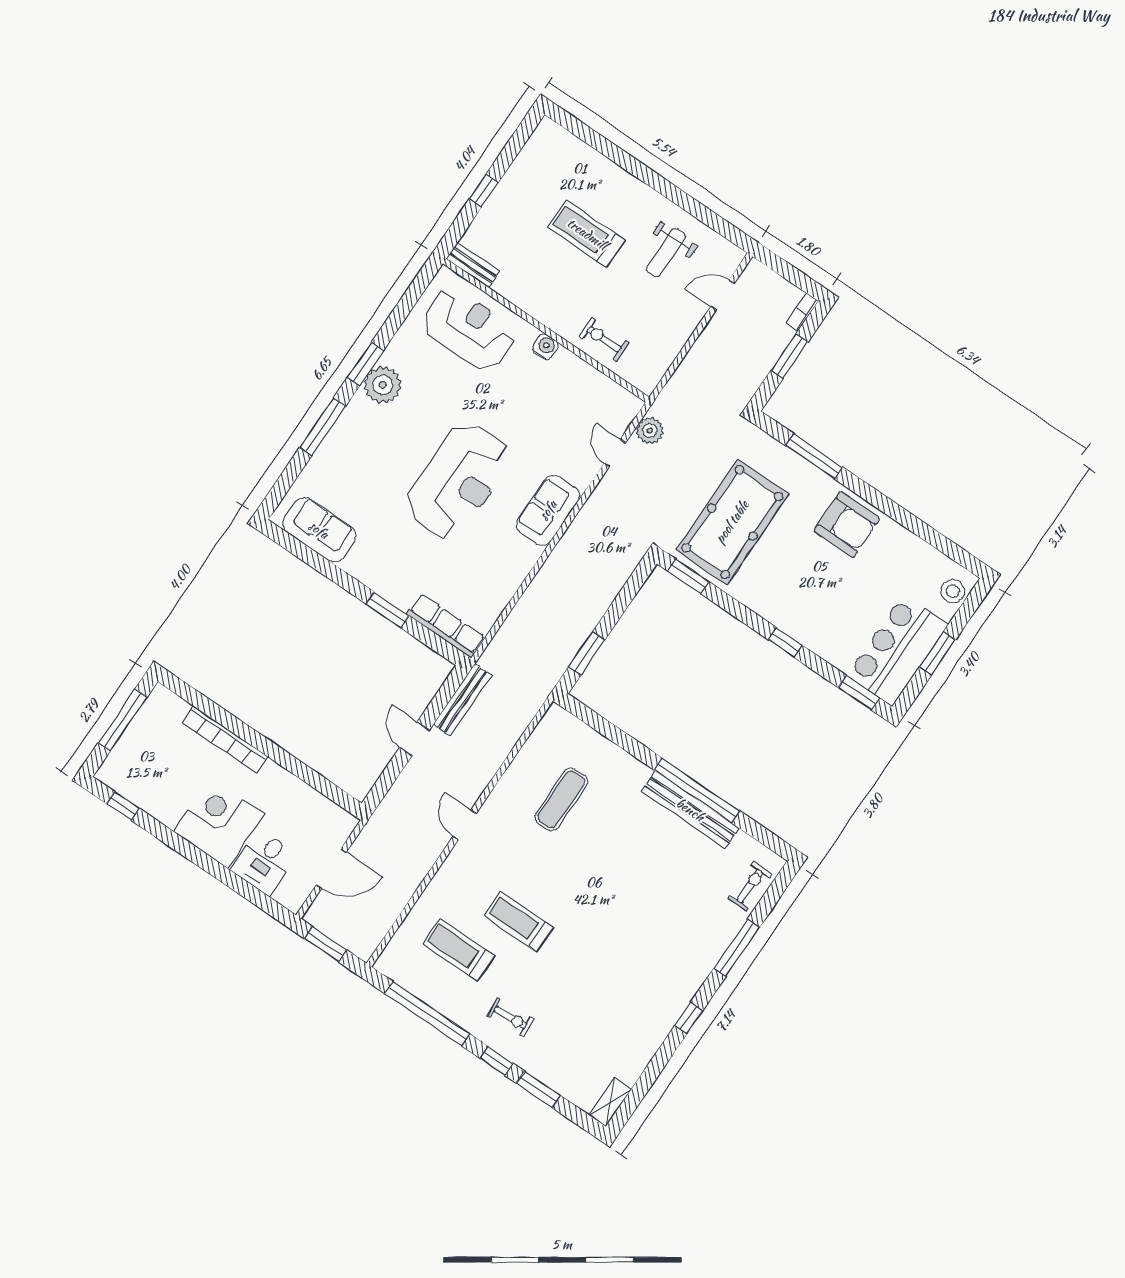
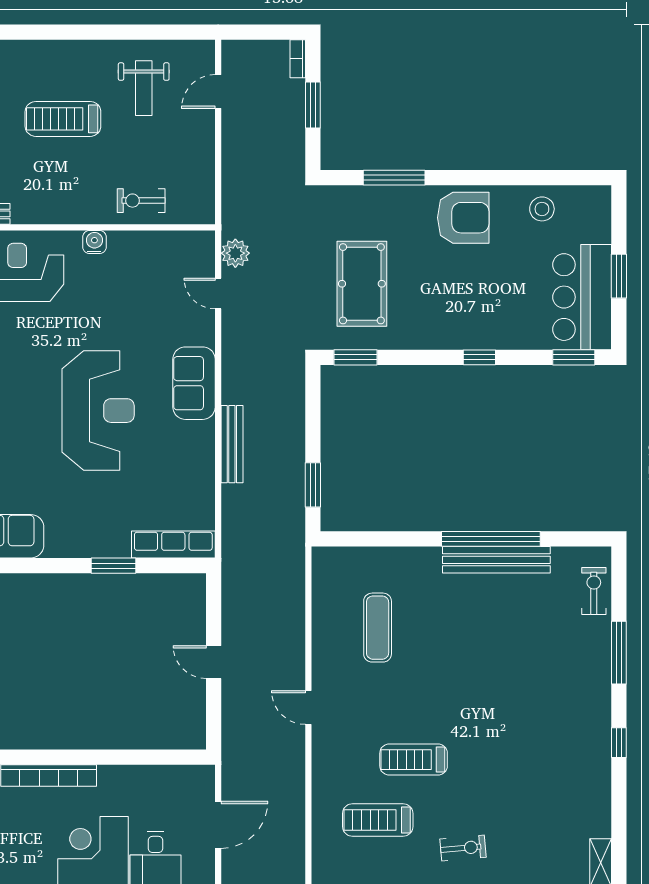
pool table: (732, 522) -> (362, 284), width x0.73, depth x0.76
stool: (953, 591) -> (542, 209), moved
bench: (462, 700) -> (232, 444), moved

